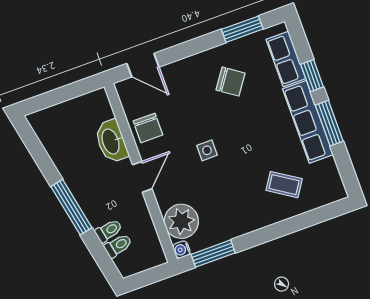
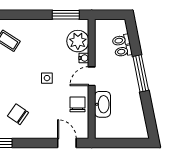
water cooler: (181, 249) -> (84, 58), moved

